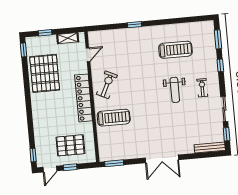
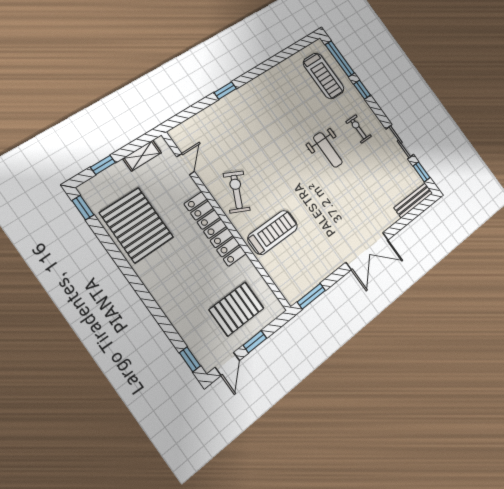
window: (218, 39) -> (340, 59), width x1.44
treadmill: (175, 50) -> (324, 76), moved, turned 90

